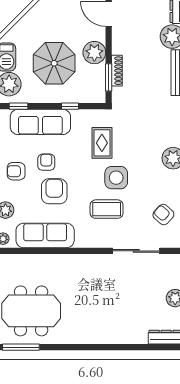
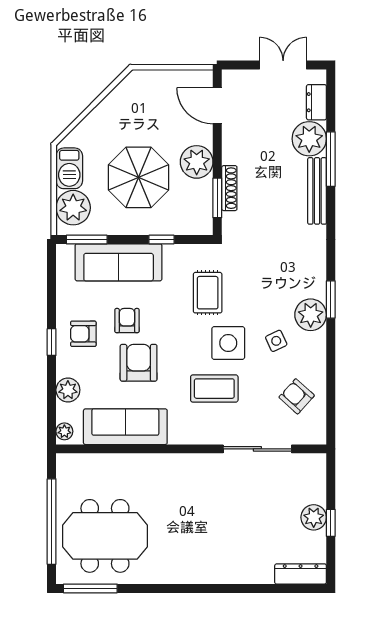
window: (18, 106) -> (87, 240), width x1.50
side table: (149, 176) -> (276, 341), added

